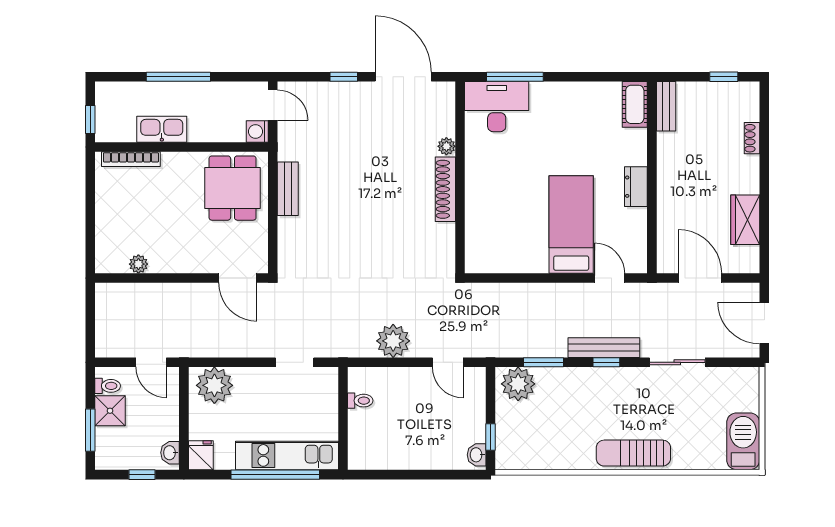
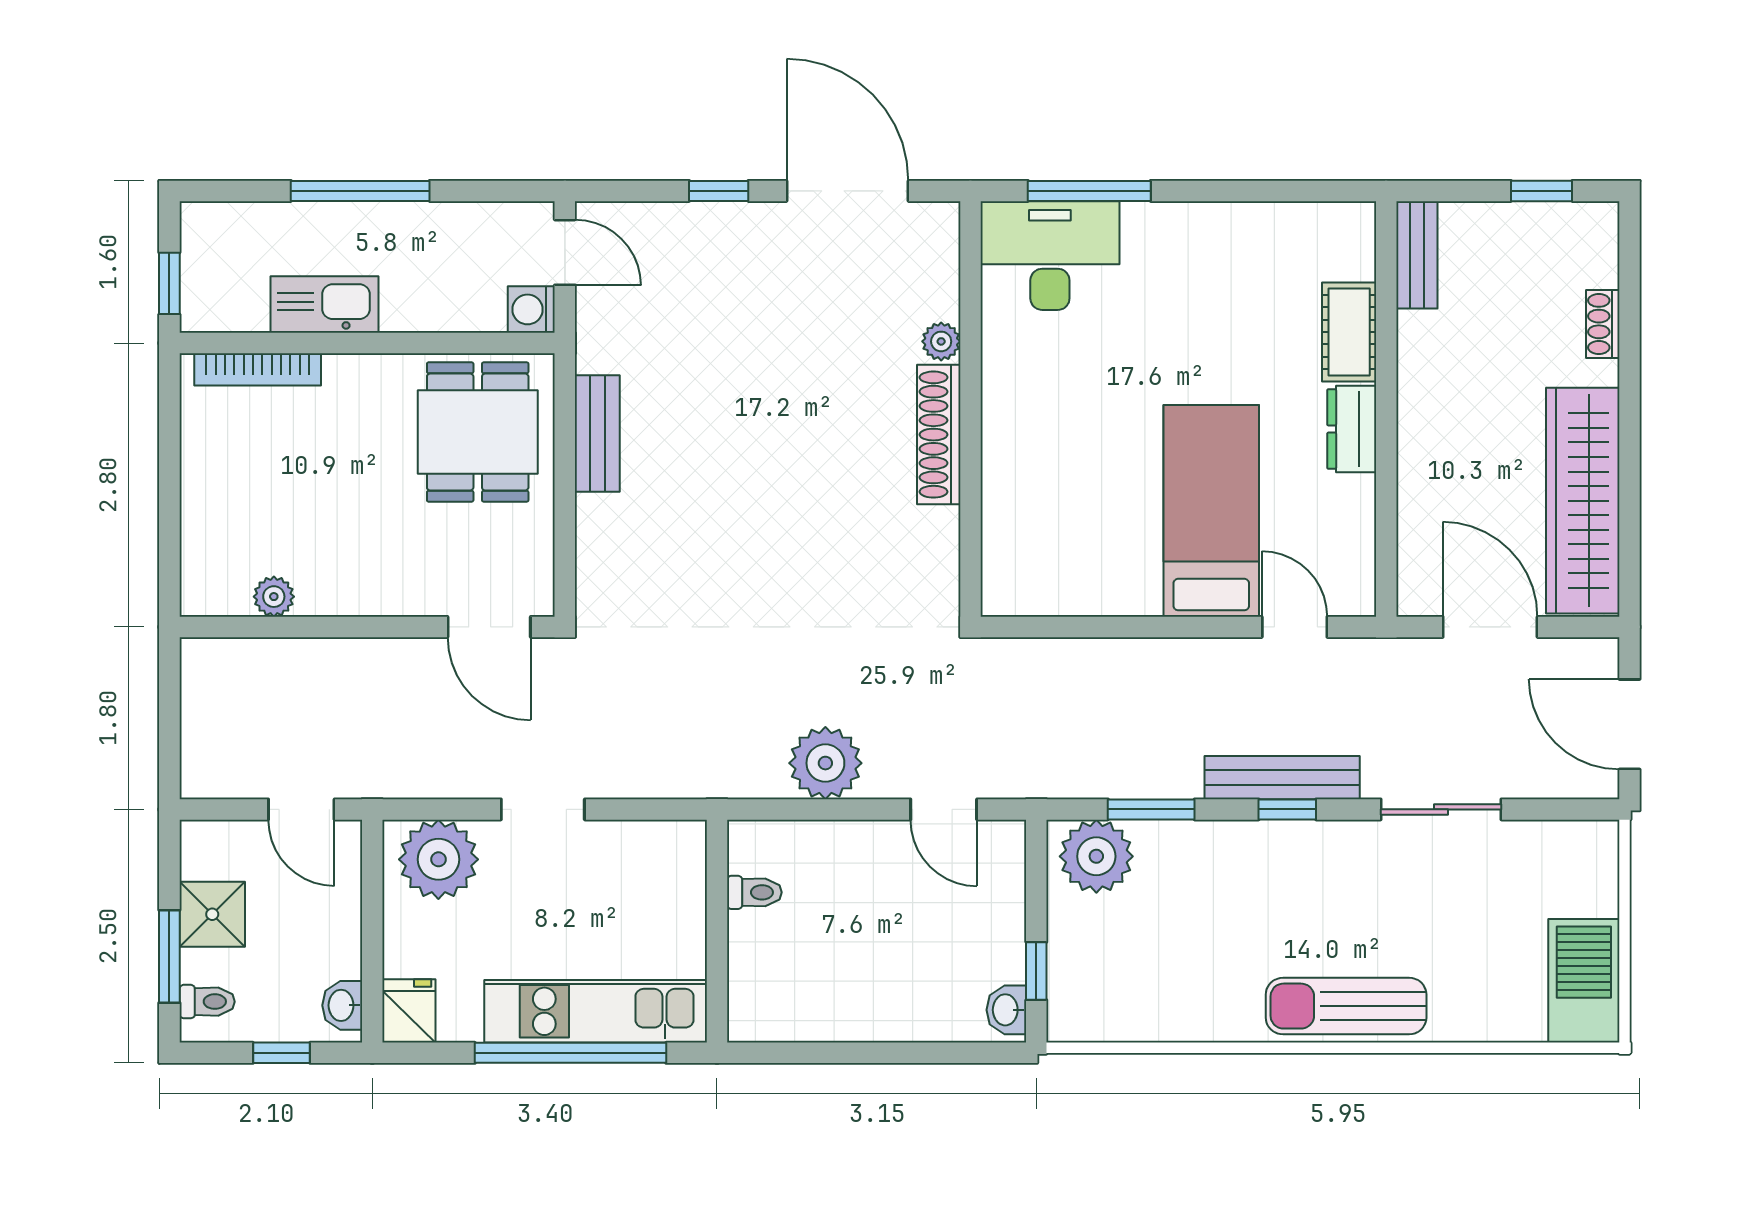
cot: (635, 104) -> (1349, 332), moved
wardrobe: (745, 220) -> (1583, 501), width x2.10, depth x1.17
doorway: (295, 362) -> (543, 809), moved
toilet: (108, 386) -> (207, 1002), moved

